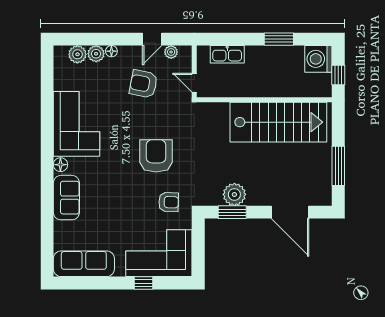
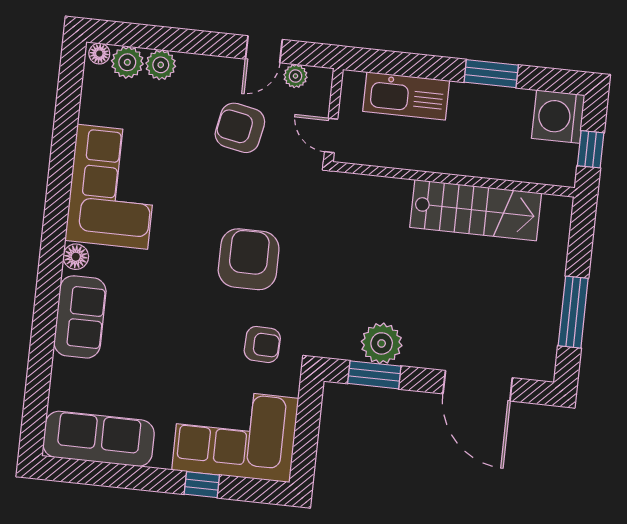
floor lamp: (111, 51) -> (99, 54), moved
kitchen sink: (227, 54) -> (406, 96), width x1.36, depth x1.24
stairs: (278, 122) -> (476, 210), width x0.73, depth x0.66

